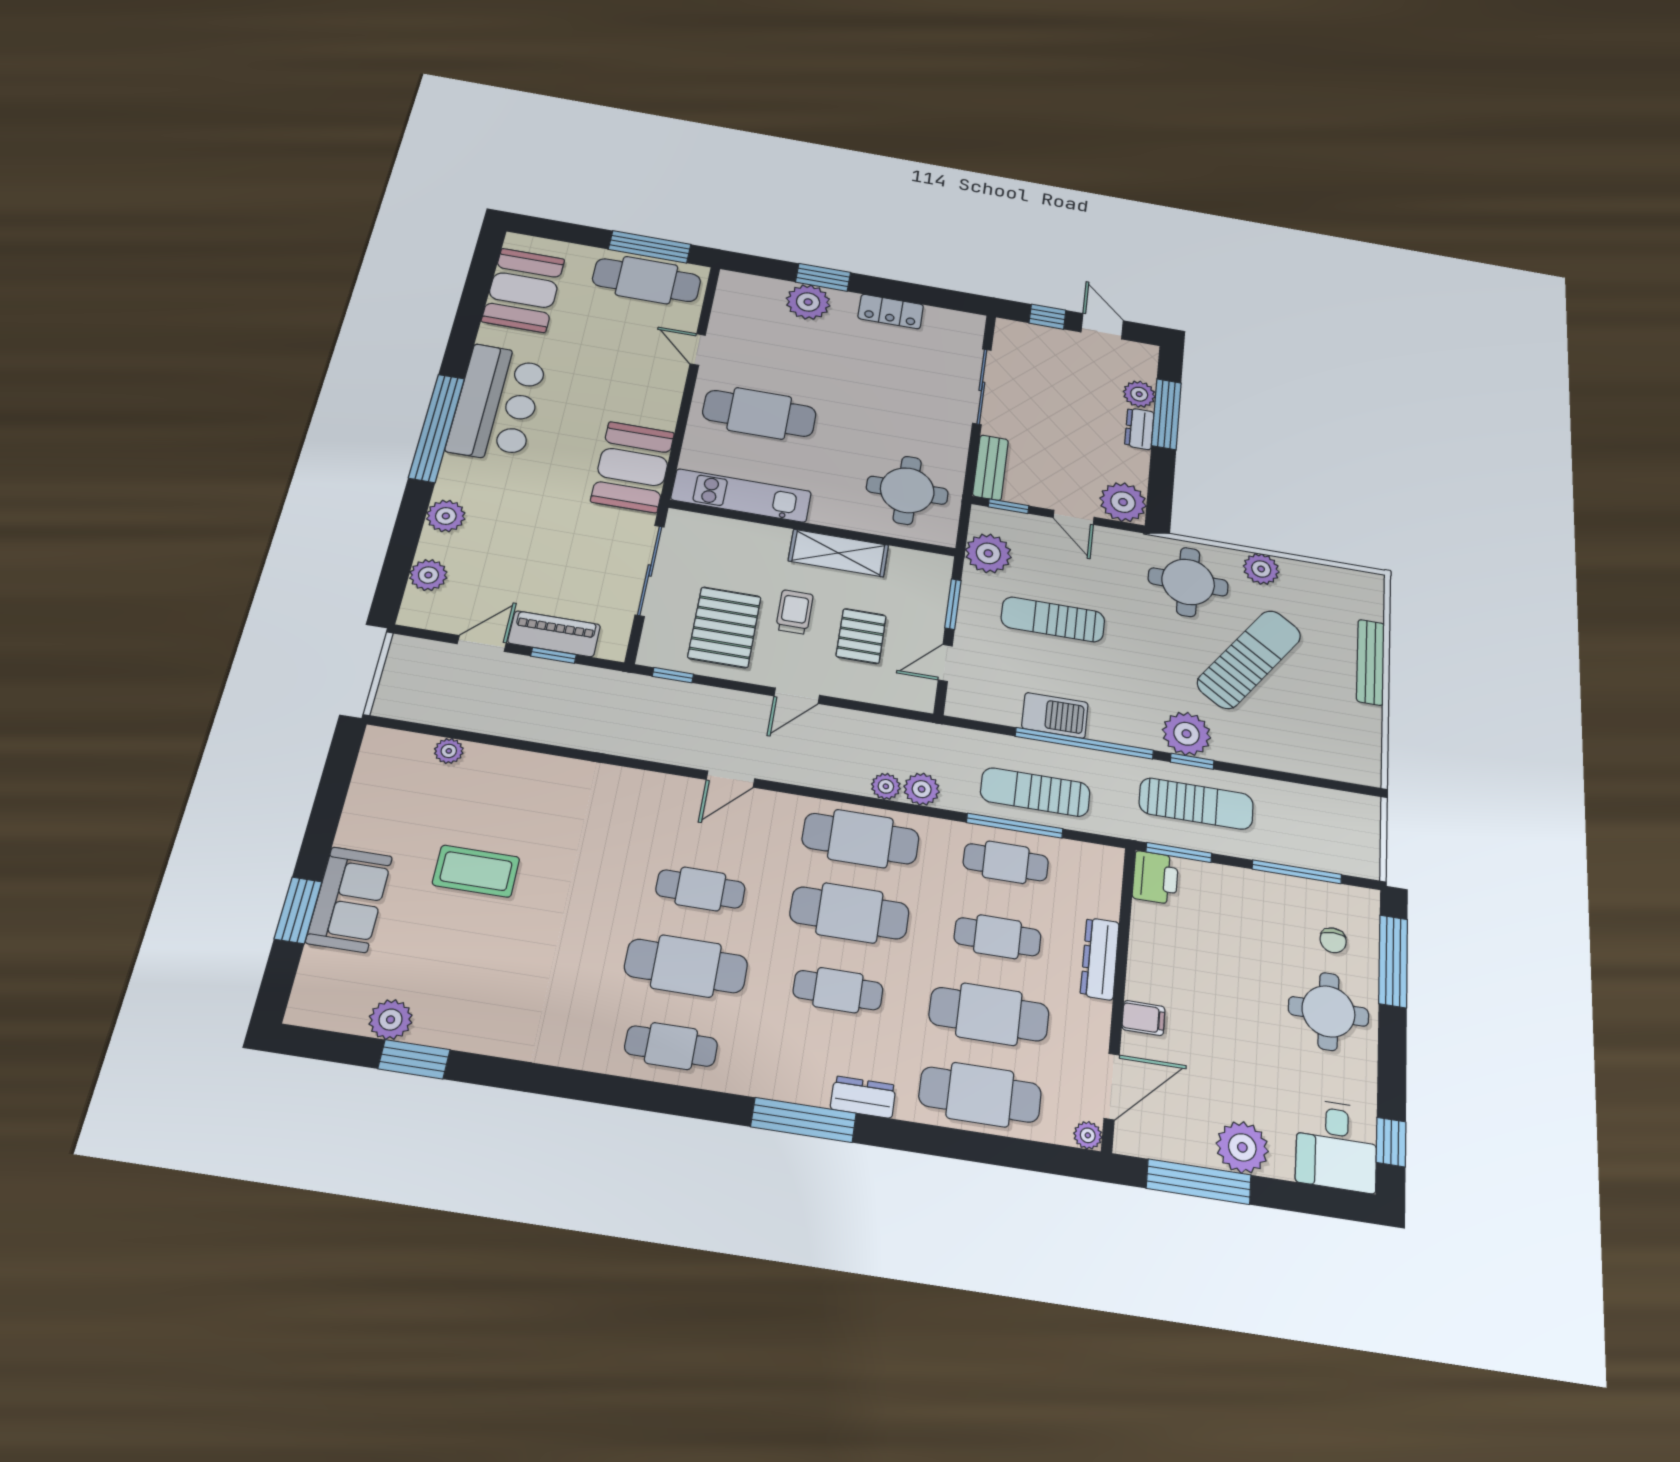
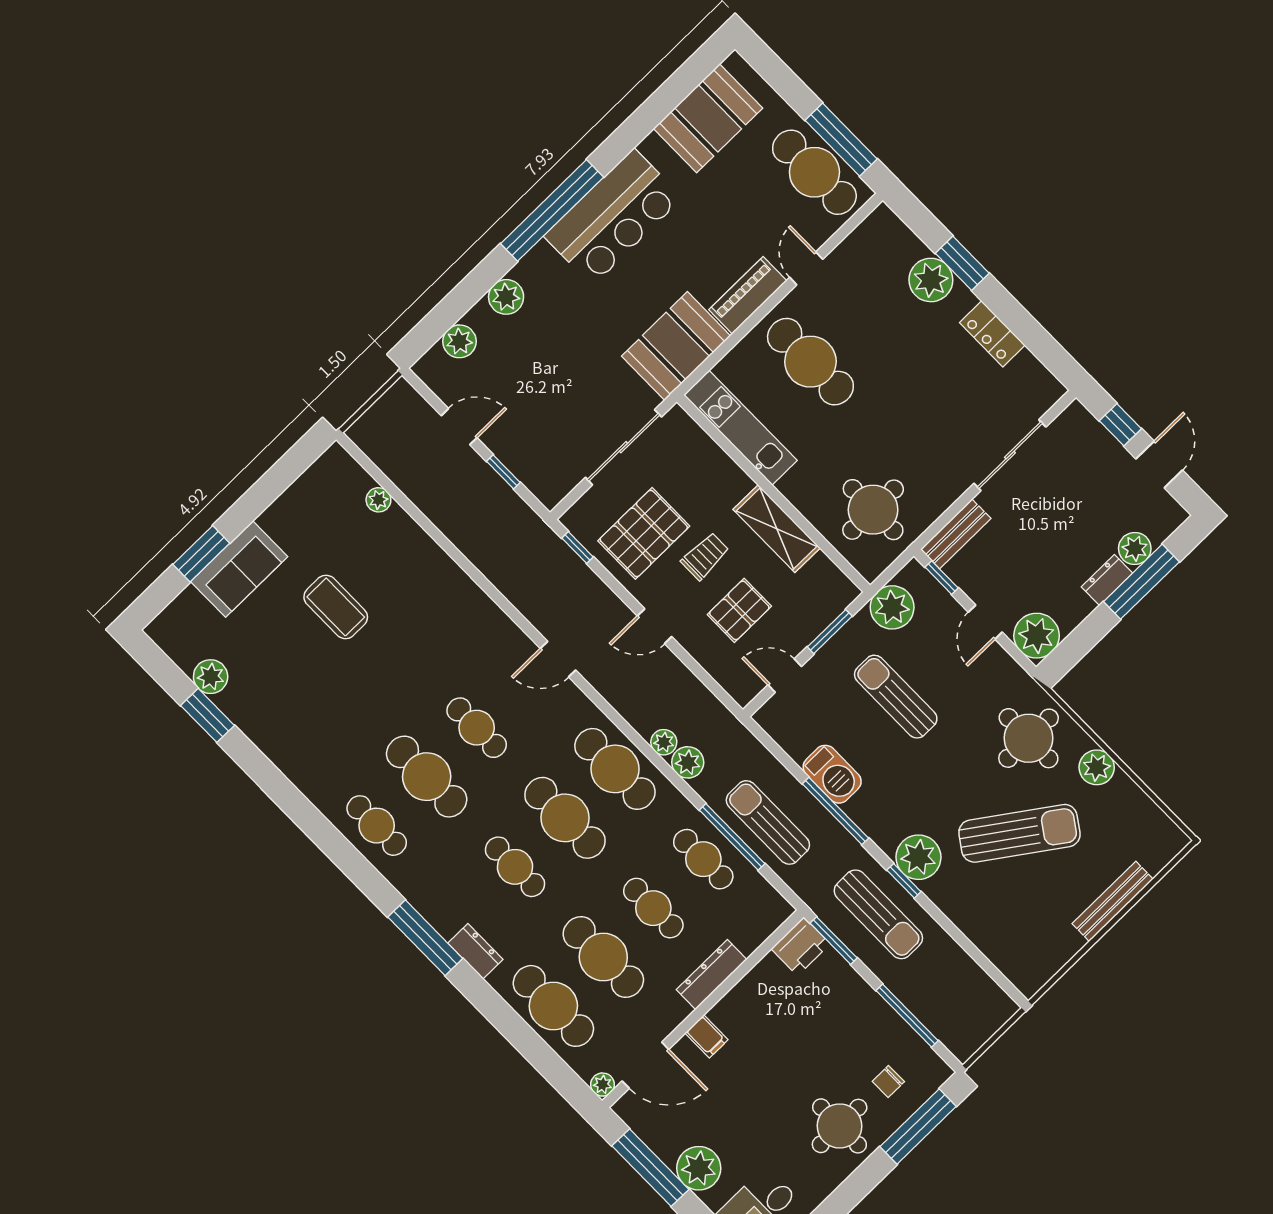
piano: (554, 634) -> (748, 295), moved, turned -90
window: (1084, 743) -> (835, 811), width x0.68

